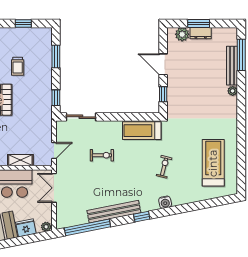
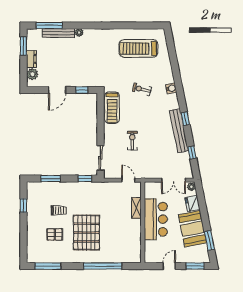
window: (199, 24) -> (23, 46), moved
double door: (54, 188) -> (174, 180), moved
window: (142, 217) -> (185, 119), moved
window: (87, 227) -> (192, 153), width x0.32

